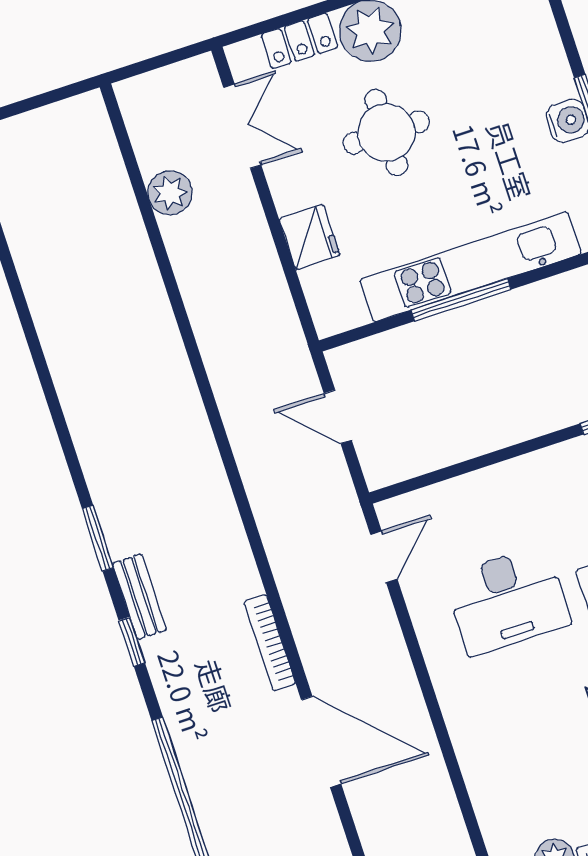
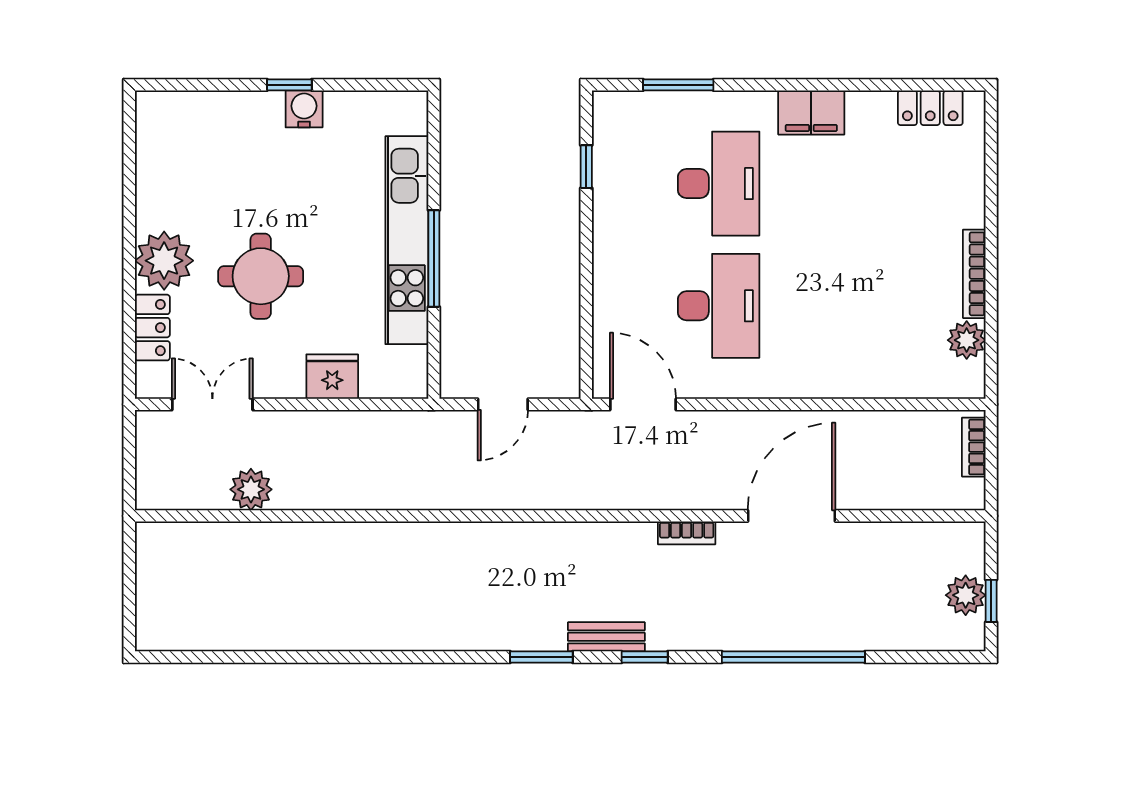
door: (384, 557) -> (643, 404), width x1.38
bookcase: (270, 643) -> (687, 533), width x0.64

